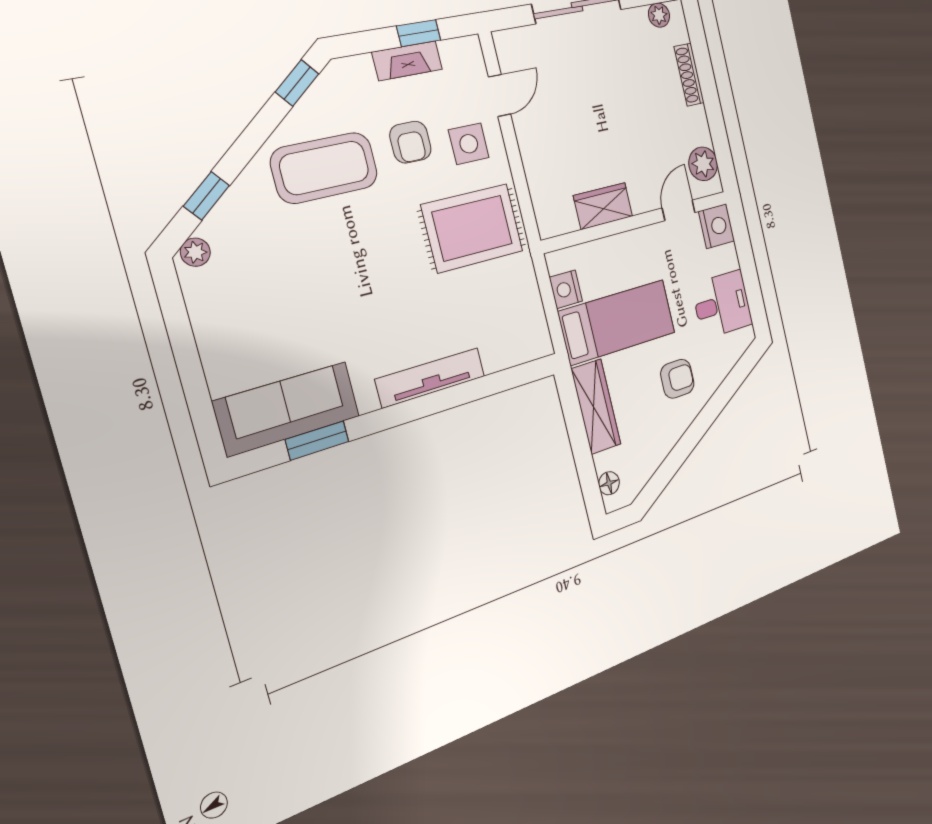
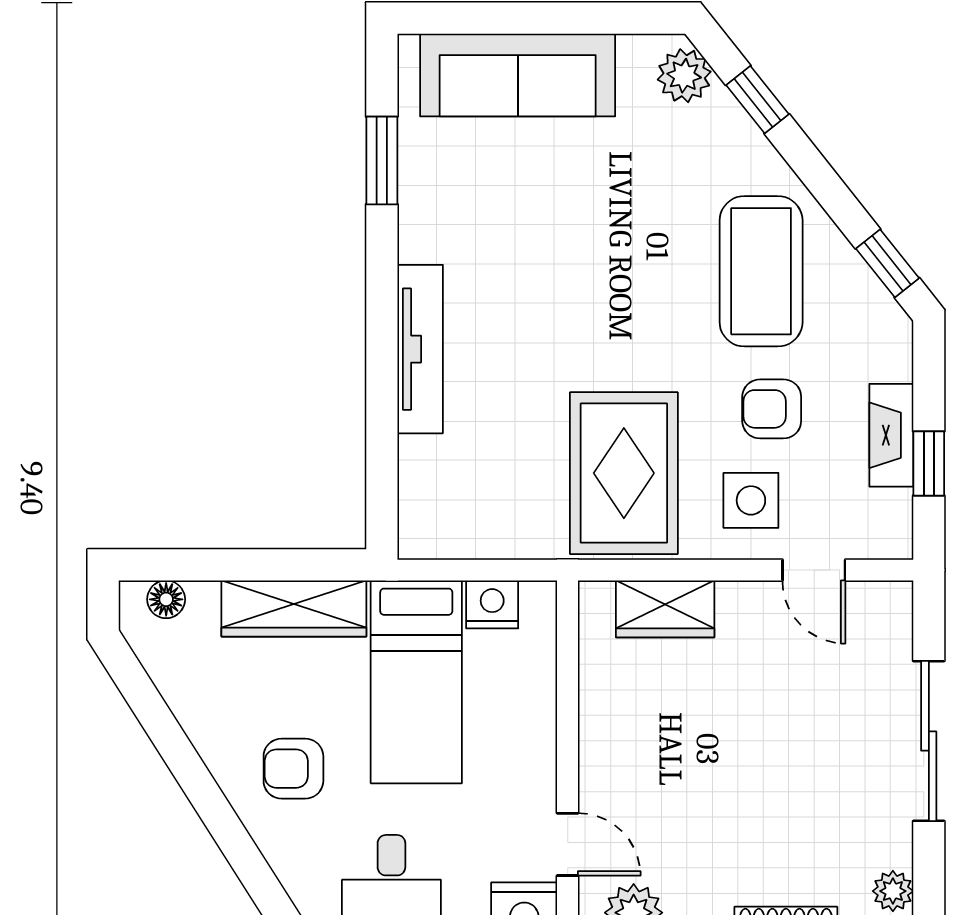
wardrobe: (603, 206) -> (665, 609), moved, turned 90
plant: (195, 252) -> (684, 76), width x1.38, depth x1.38
armchair: (677, 379) -> (293, 769), turned 90
sofa: (287, 409) -> (518, 75), moved, turned 90

